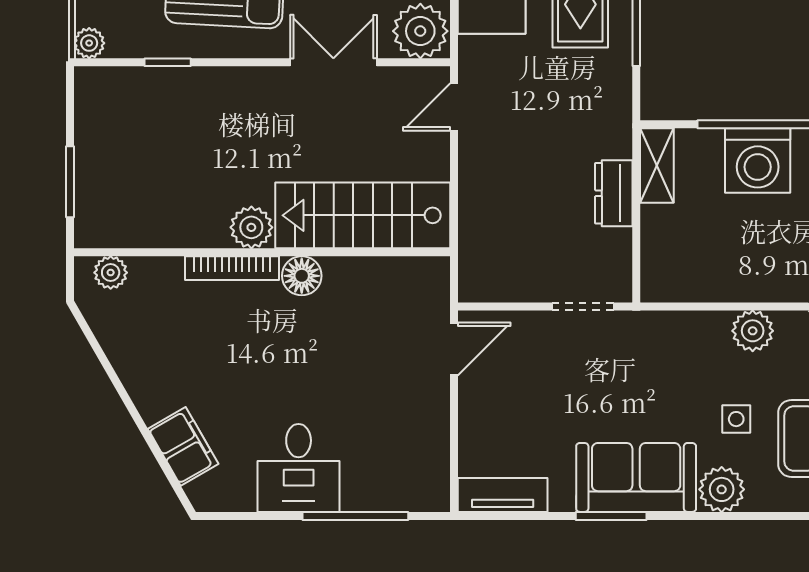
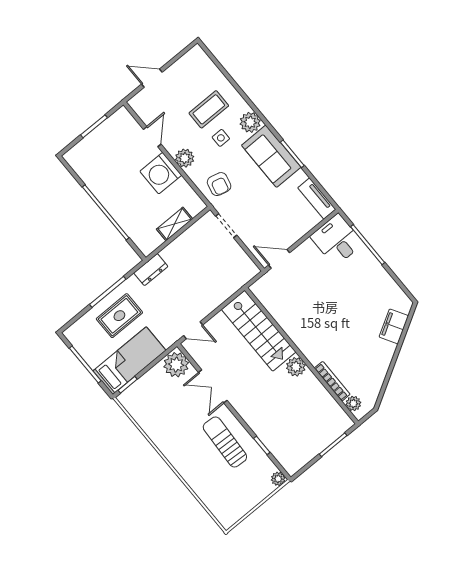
washing machine: (758, 161) -> (161, 173), moved, turned 180
shelving: (657, 165) -> (175, 224), moved
dresser: (614, 193) -> (151, 270), moved
bookcase: (232, 268) -> (332, 381), moved
floor lamp: (302, 276) -> (298, 335), removed
armchair: (662, 352) -> (219, 184), added
desk: (299, 468) -> (337, 240), moved, turned -90

